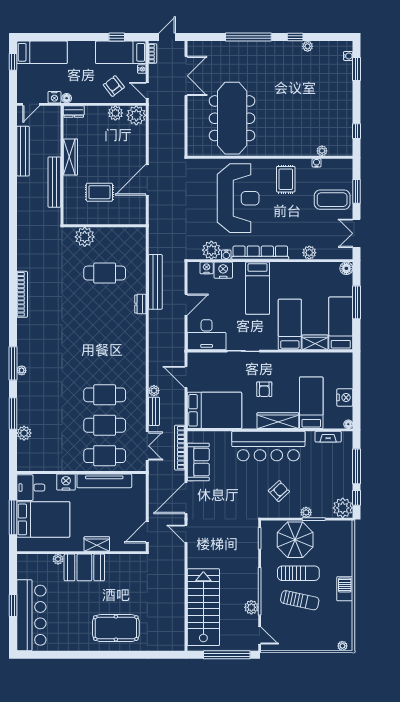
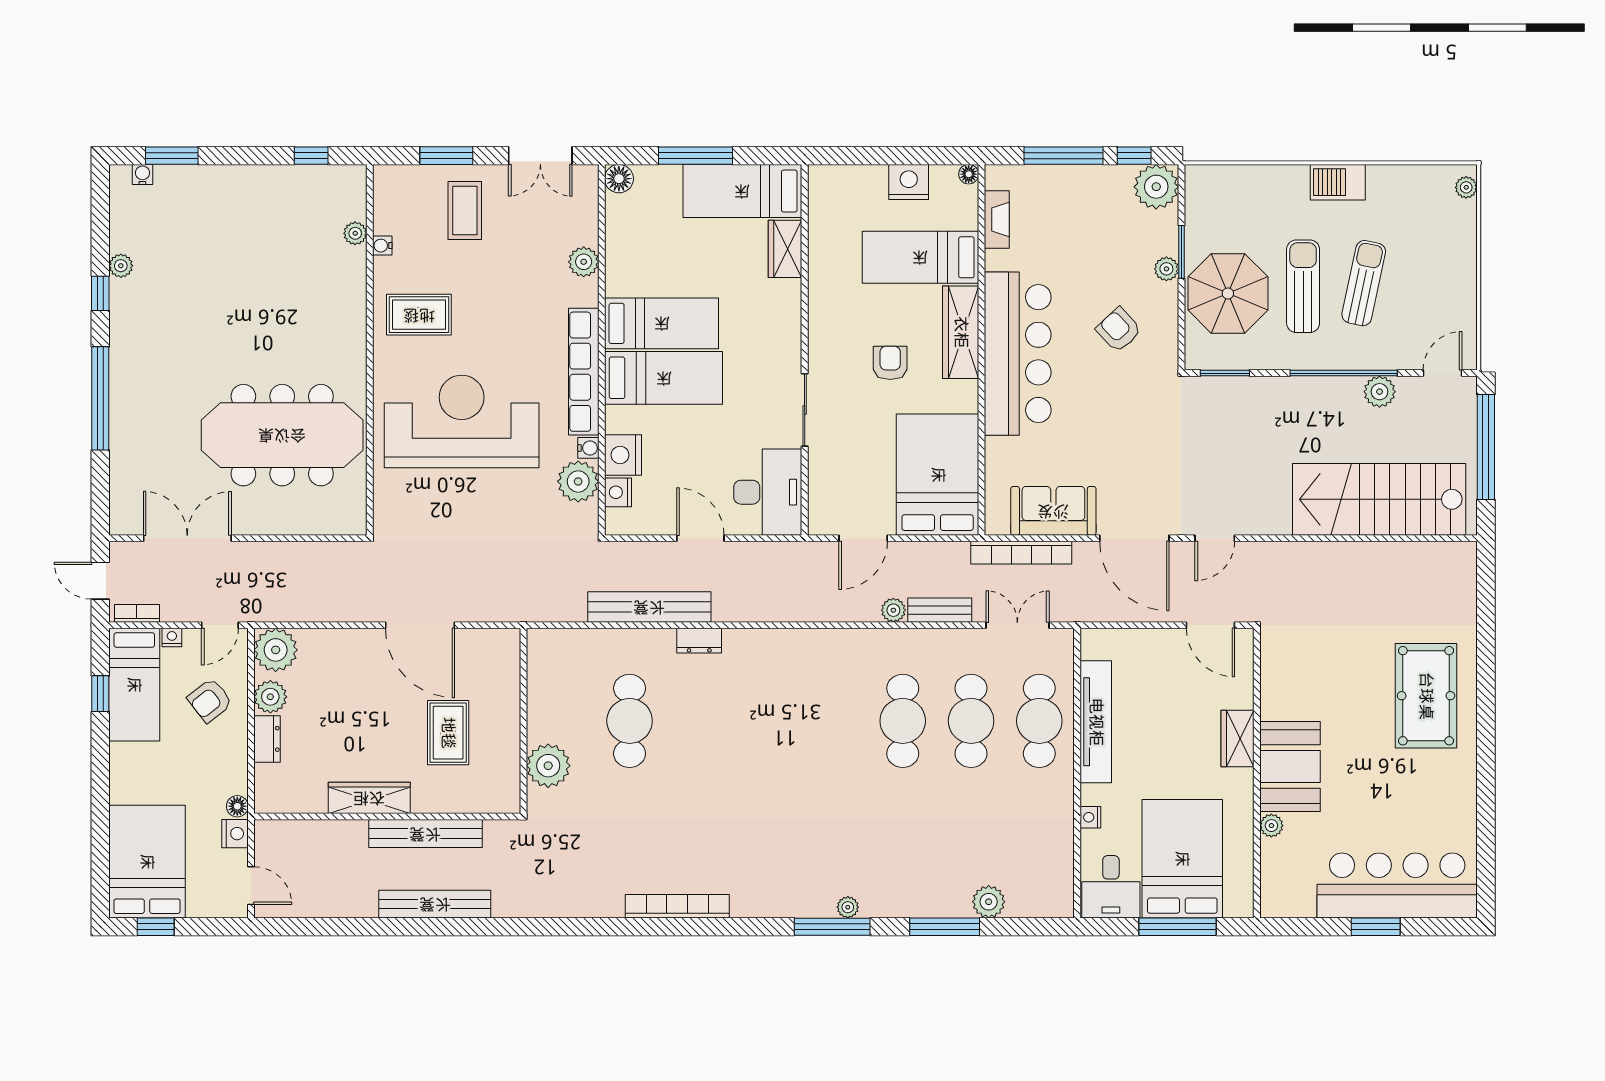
bed: (42, 52) -> (147, 862), width x1.50
dresser: (74, 111) -> (267, 739), moved
bench: (23, 151) -> (435, 904), moved
coffee table: (332, 200) -> (465, 210), width x0.73, depth x0.76
bed: (290, 324) -> (662, 323), moved, turned 180
armchair: (264, 389) -> (890, 363), turned -90
nightstand: (66, 482) -> (1090, 817), width x0.53, depth x0.56

